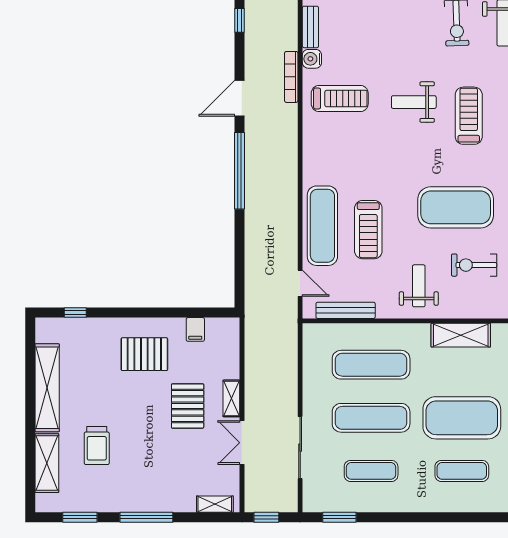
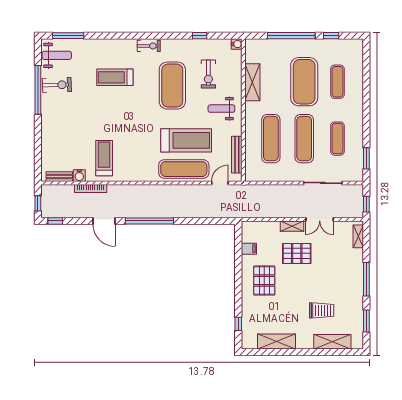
weight bench: (414, 102) -> (106, 112), removed
treadmill: (368, 230) -> (186, 140), width x1.37, depth x1.37
shelving: (47, 388) -> (277, 342), width x0.68

